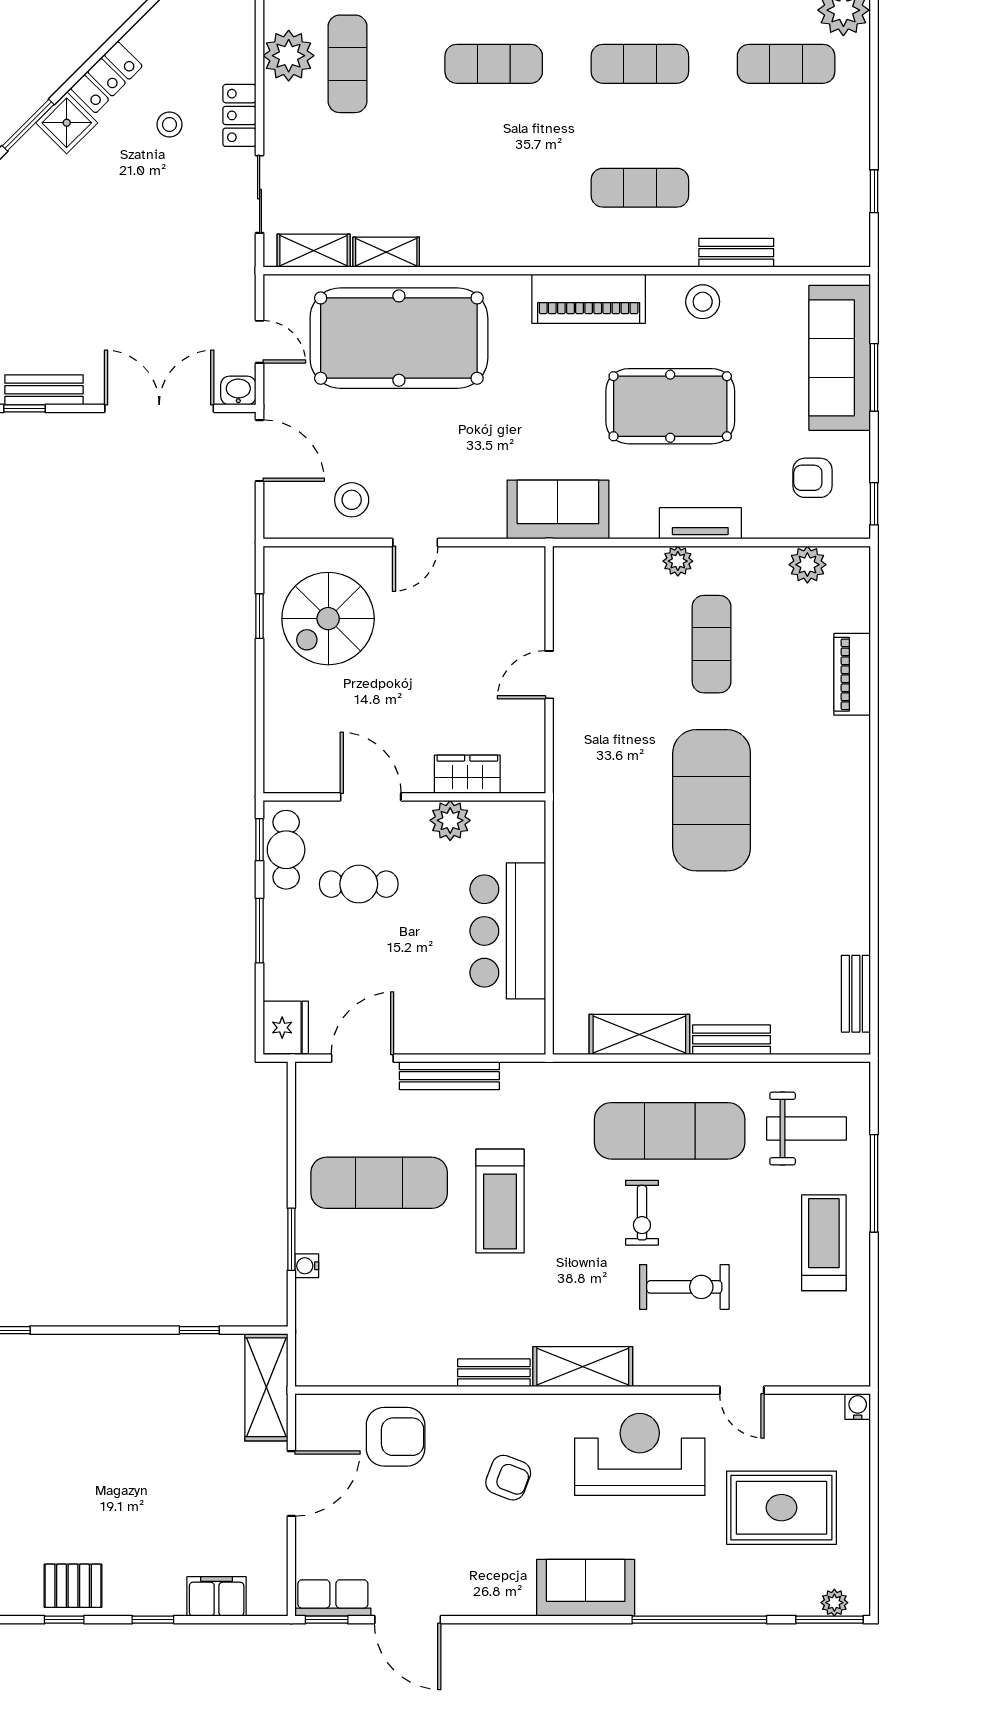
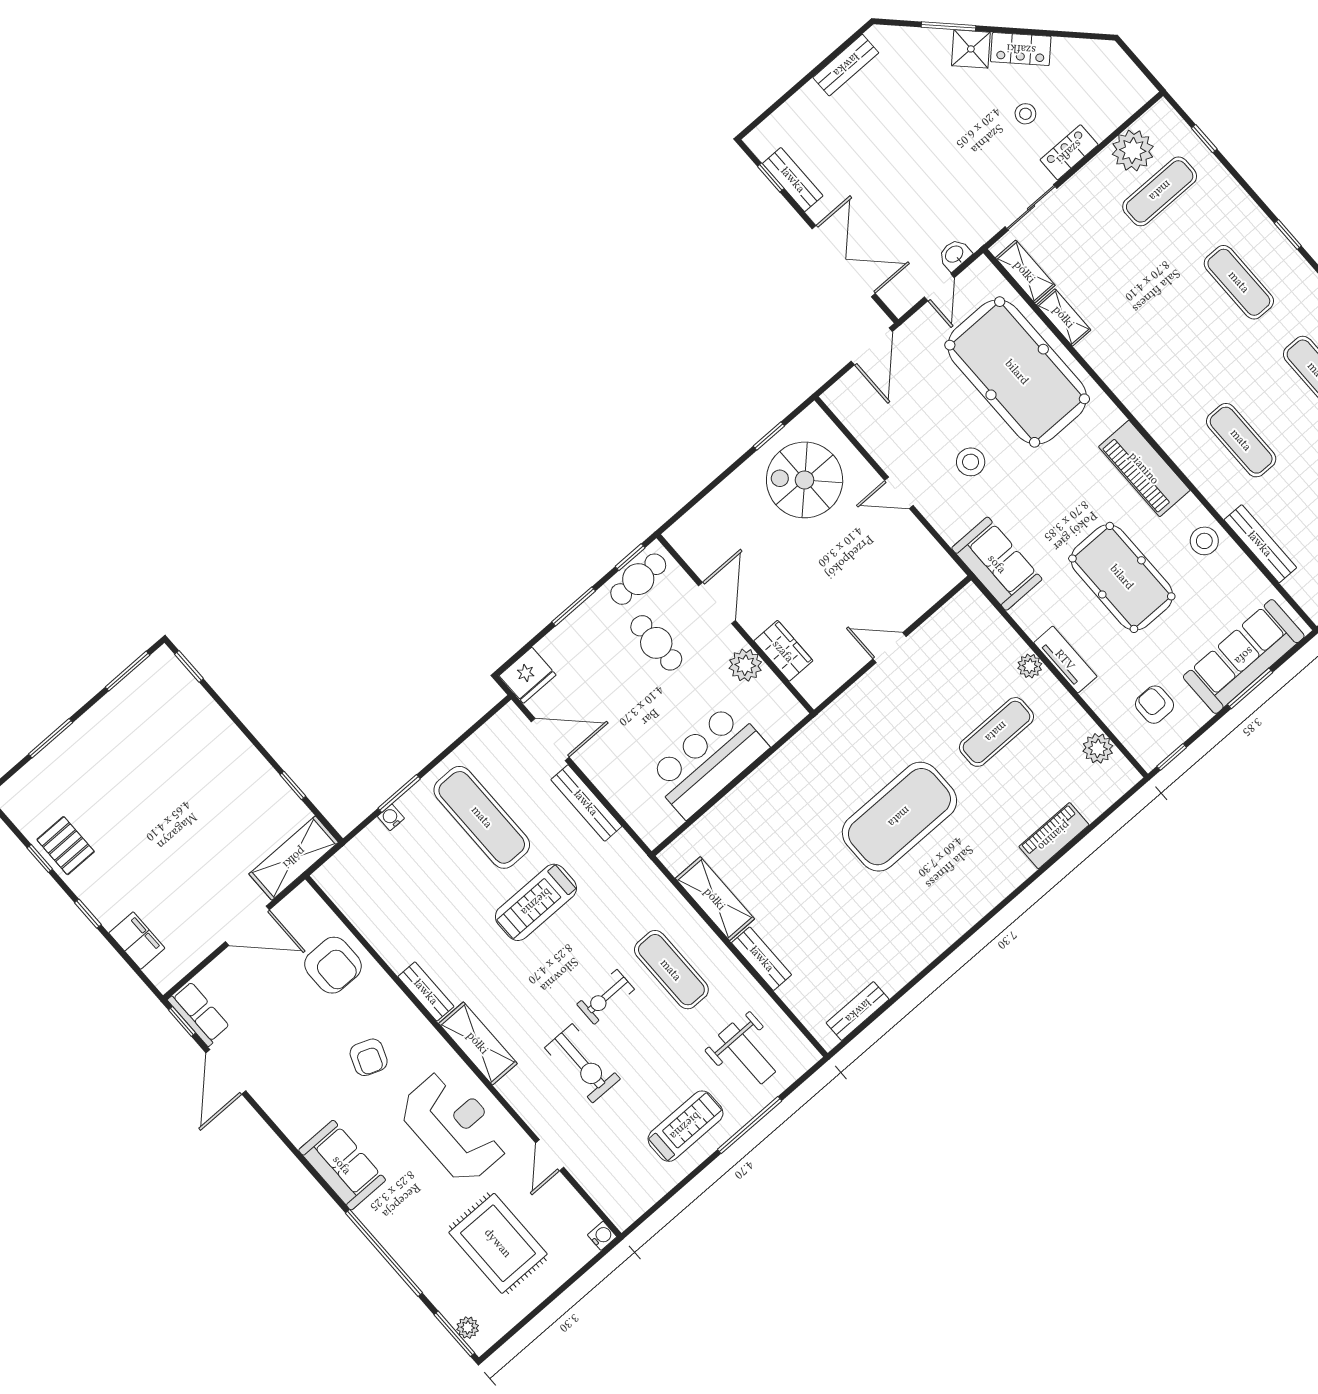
bench: (736, 253) -> (1260, 544), width x1.36
washbasin: (238, 390) -> (955, 255), moved, turned -90
stool: (352, 500) -> (971, 462), moved
exercise mat: (670, 1131) -> (671, 970), width x0.73, depth x0.69

